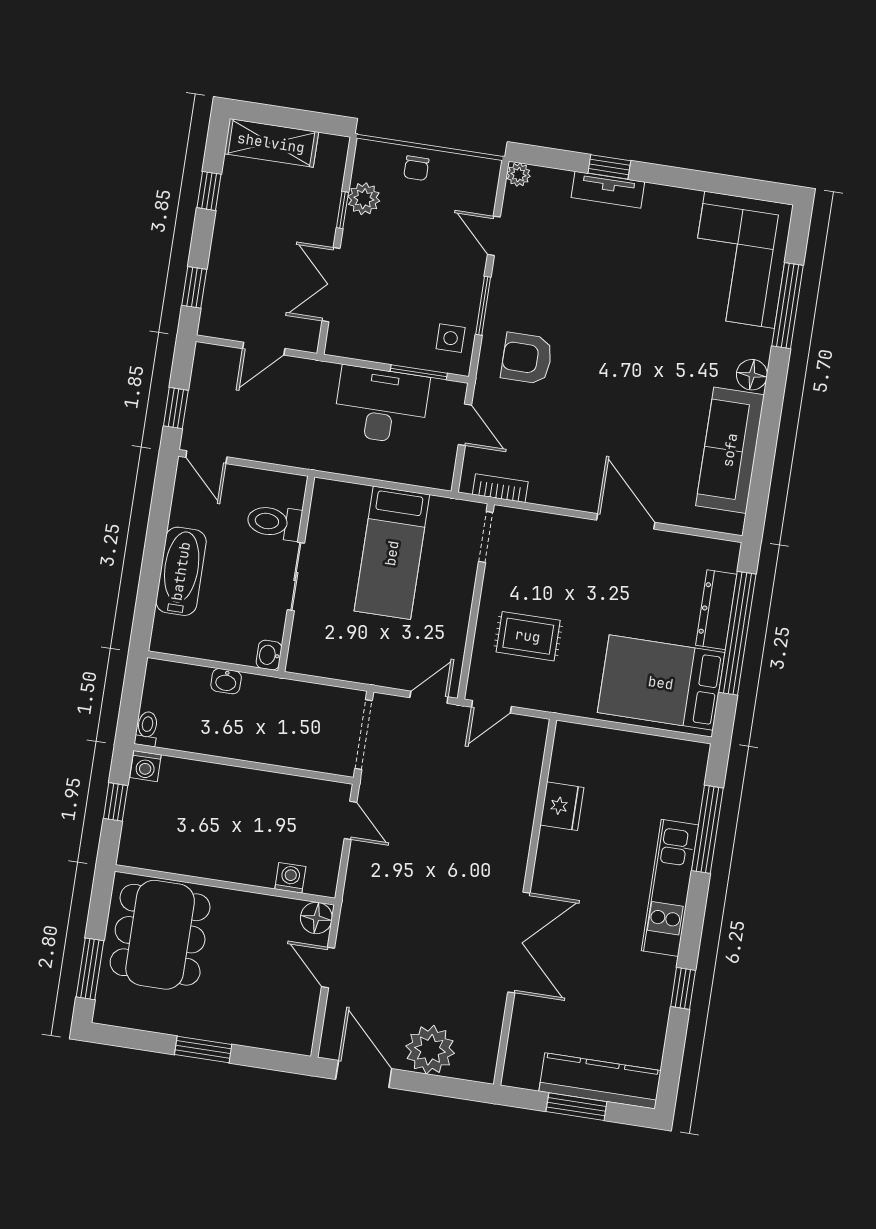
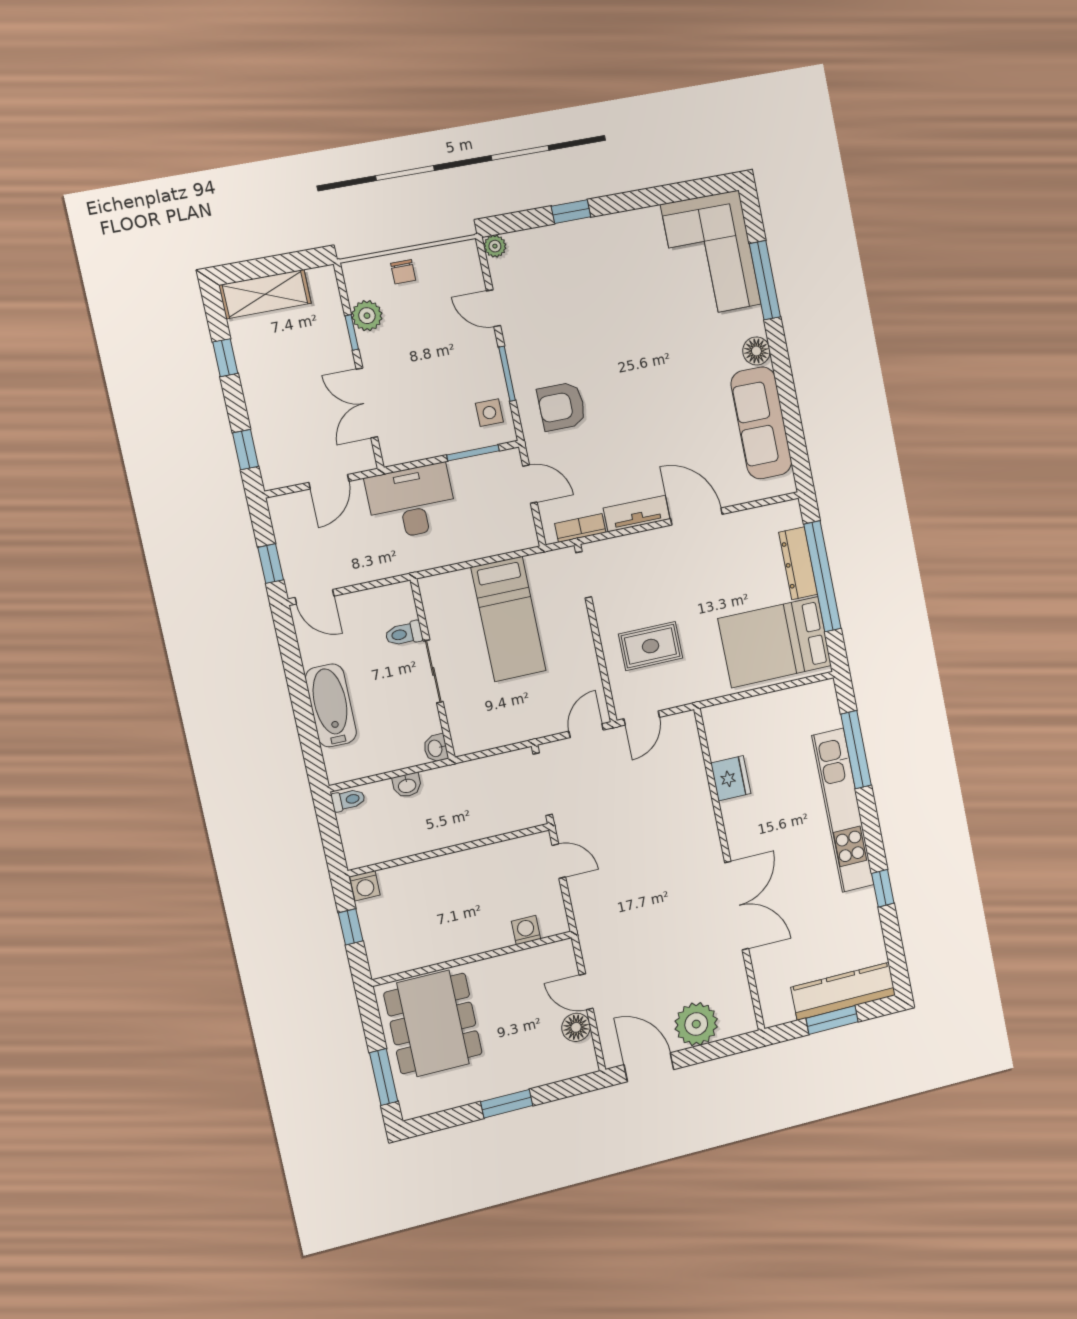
tv unit: (608, 190) -> (637, 514), moved, turned 180
desk: (381, 405) -> (411, 502), moved
toilet: (274, 522) -> (404, 634), width x0.73, depth x0.72
toilet: (147, 729) -> (348, 800), moved, turned 90
kitchen unit: (670, 888) -> (843, 810), width x1.36
floor lamp: (316, 918) -> (576, 1027), moved

